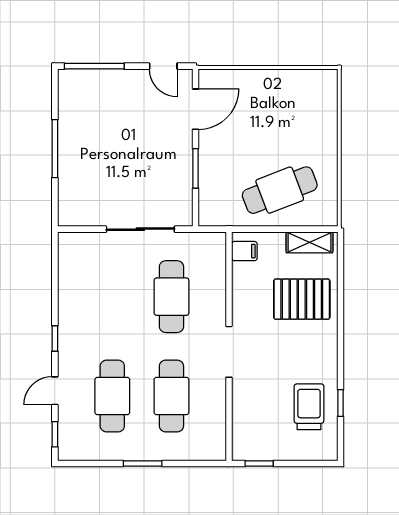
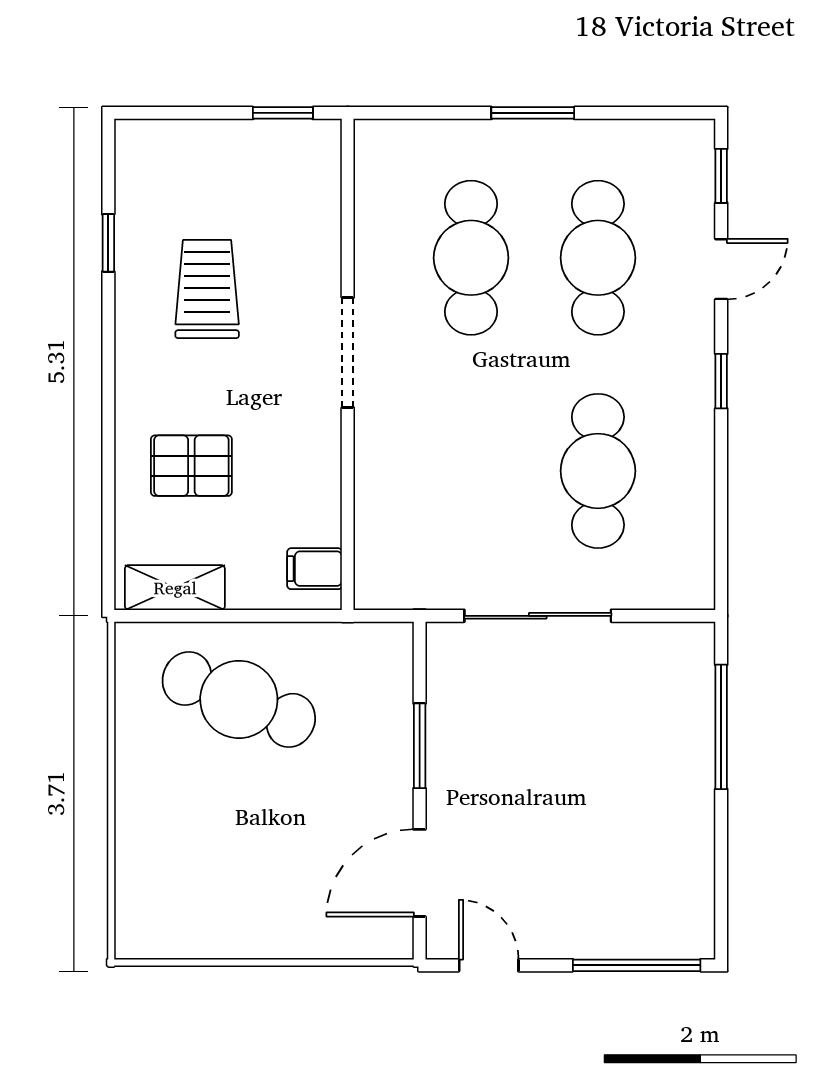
window: (55, 149) -> (721, 727), moved
cafe table: (280, 190) -> (239, 699), turned 43
cafe table: (171, 297) -> (598, 471), moved
pallet: (302, 299) -> (191, 466), width x0.67, depth x0.71
trolley: (309, 407) -> (207, 289), moved, turned 180

